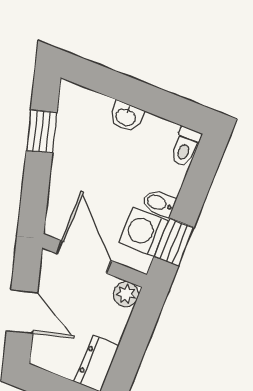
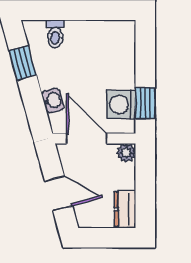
washbasin: (126, 117) -> (53, 100), moved, turned -105
toilet: (185, 147) -> (55, 34), moved
bidet: (159, 203) -> (124, 80), removed

